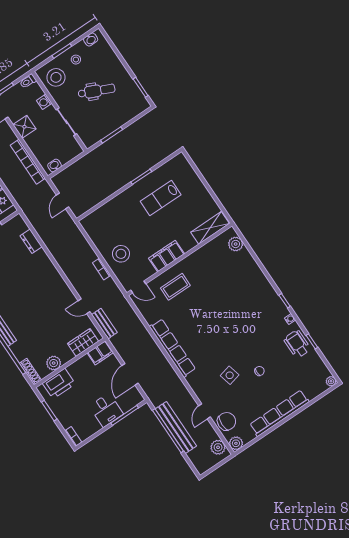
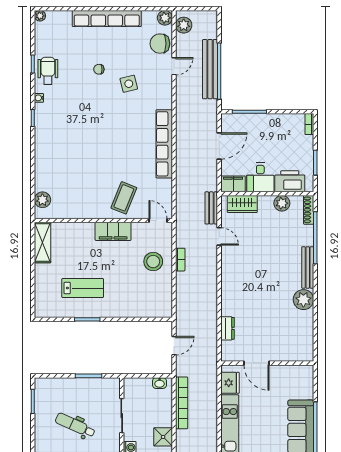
shelving: (210, 228) -> (43, 243), moved, turned 90
coffee table: (175, 287) -> (124, 198), turned -68
wheelchair: (297, 344) -> (48, 71), turned 180
desk: (106, 410) -> (260, 177), moved, turned 180

